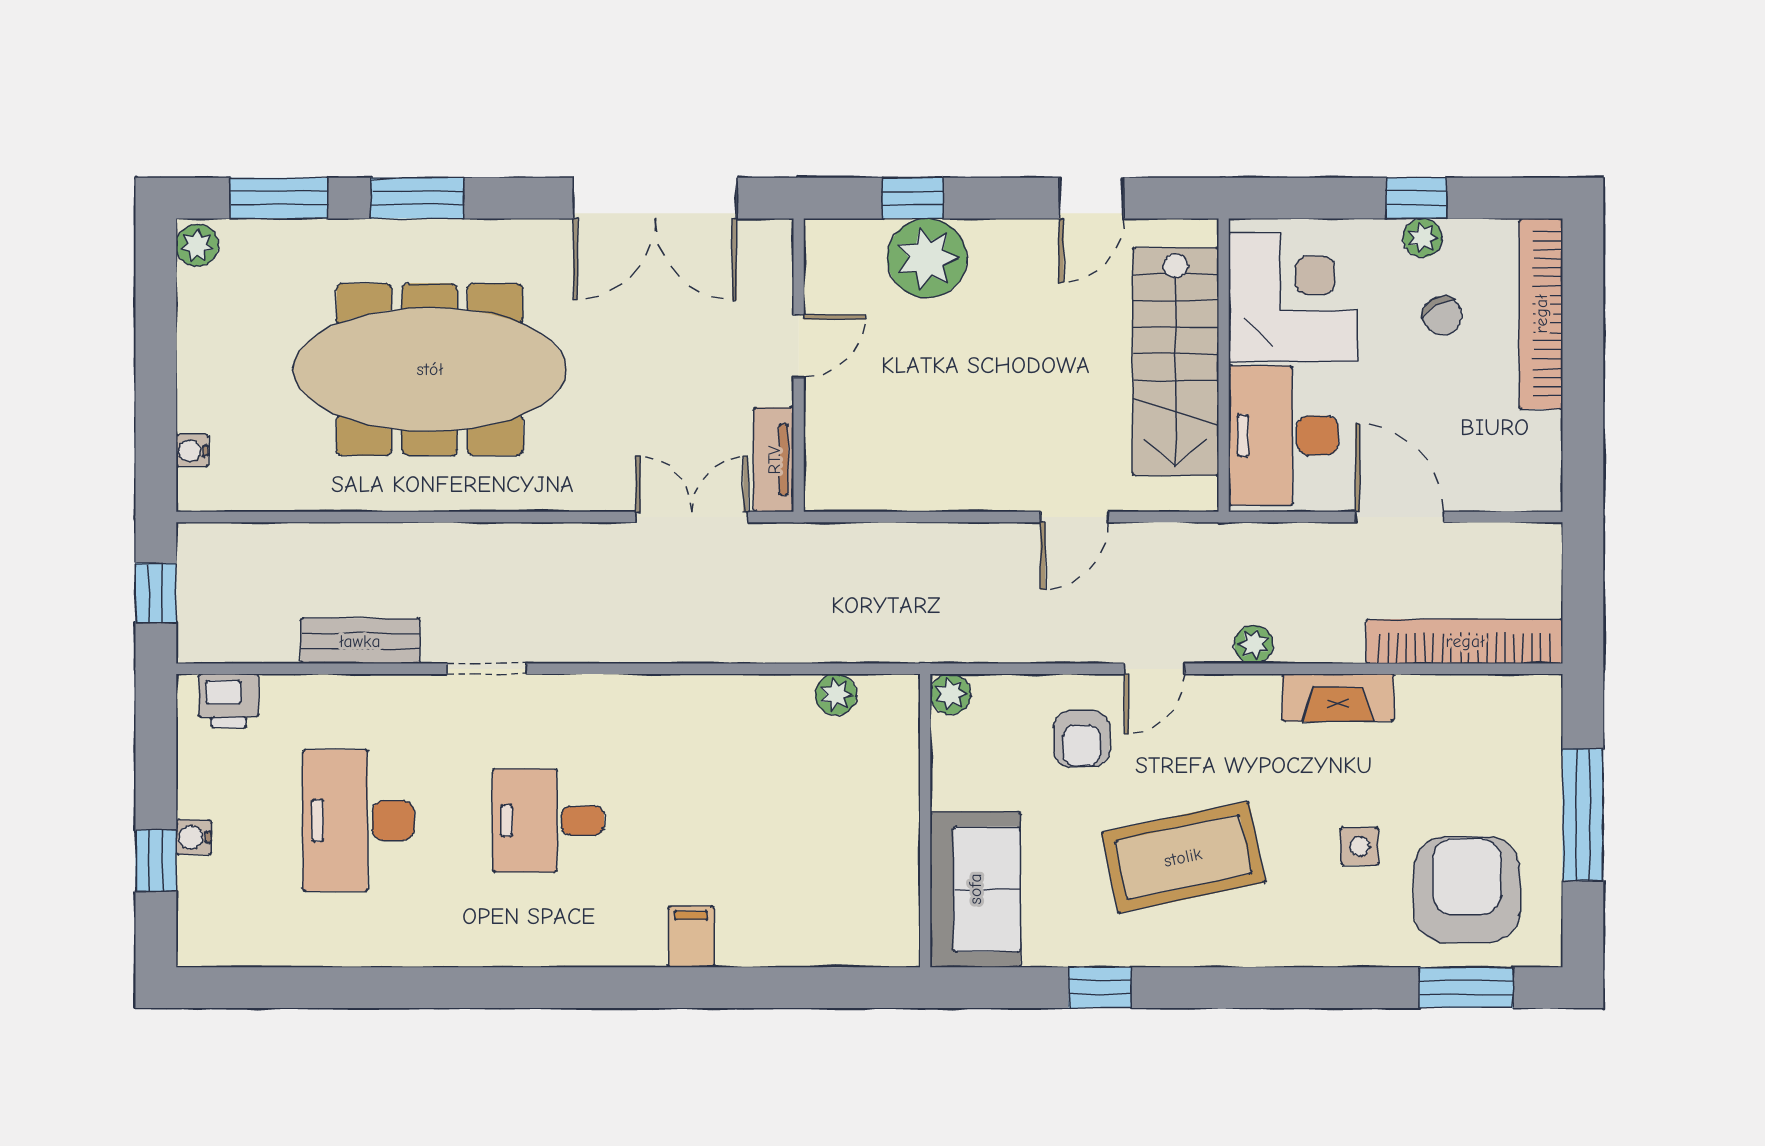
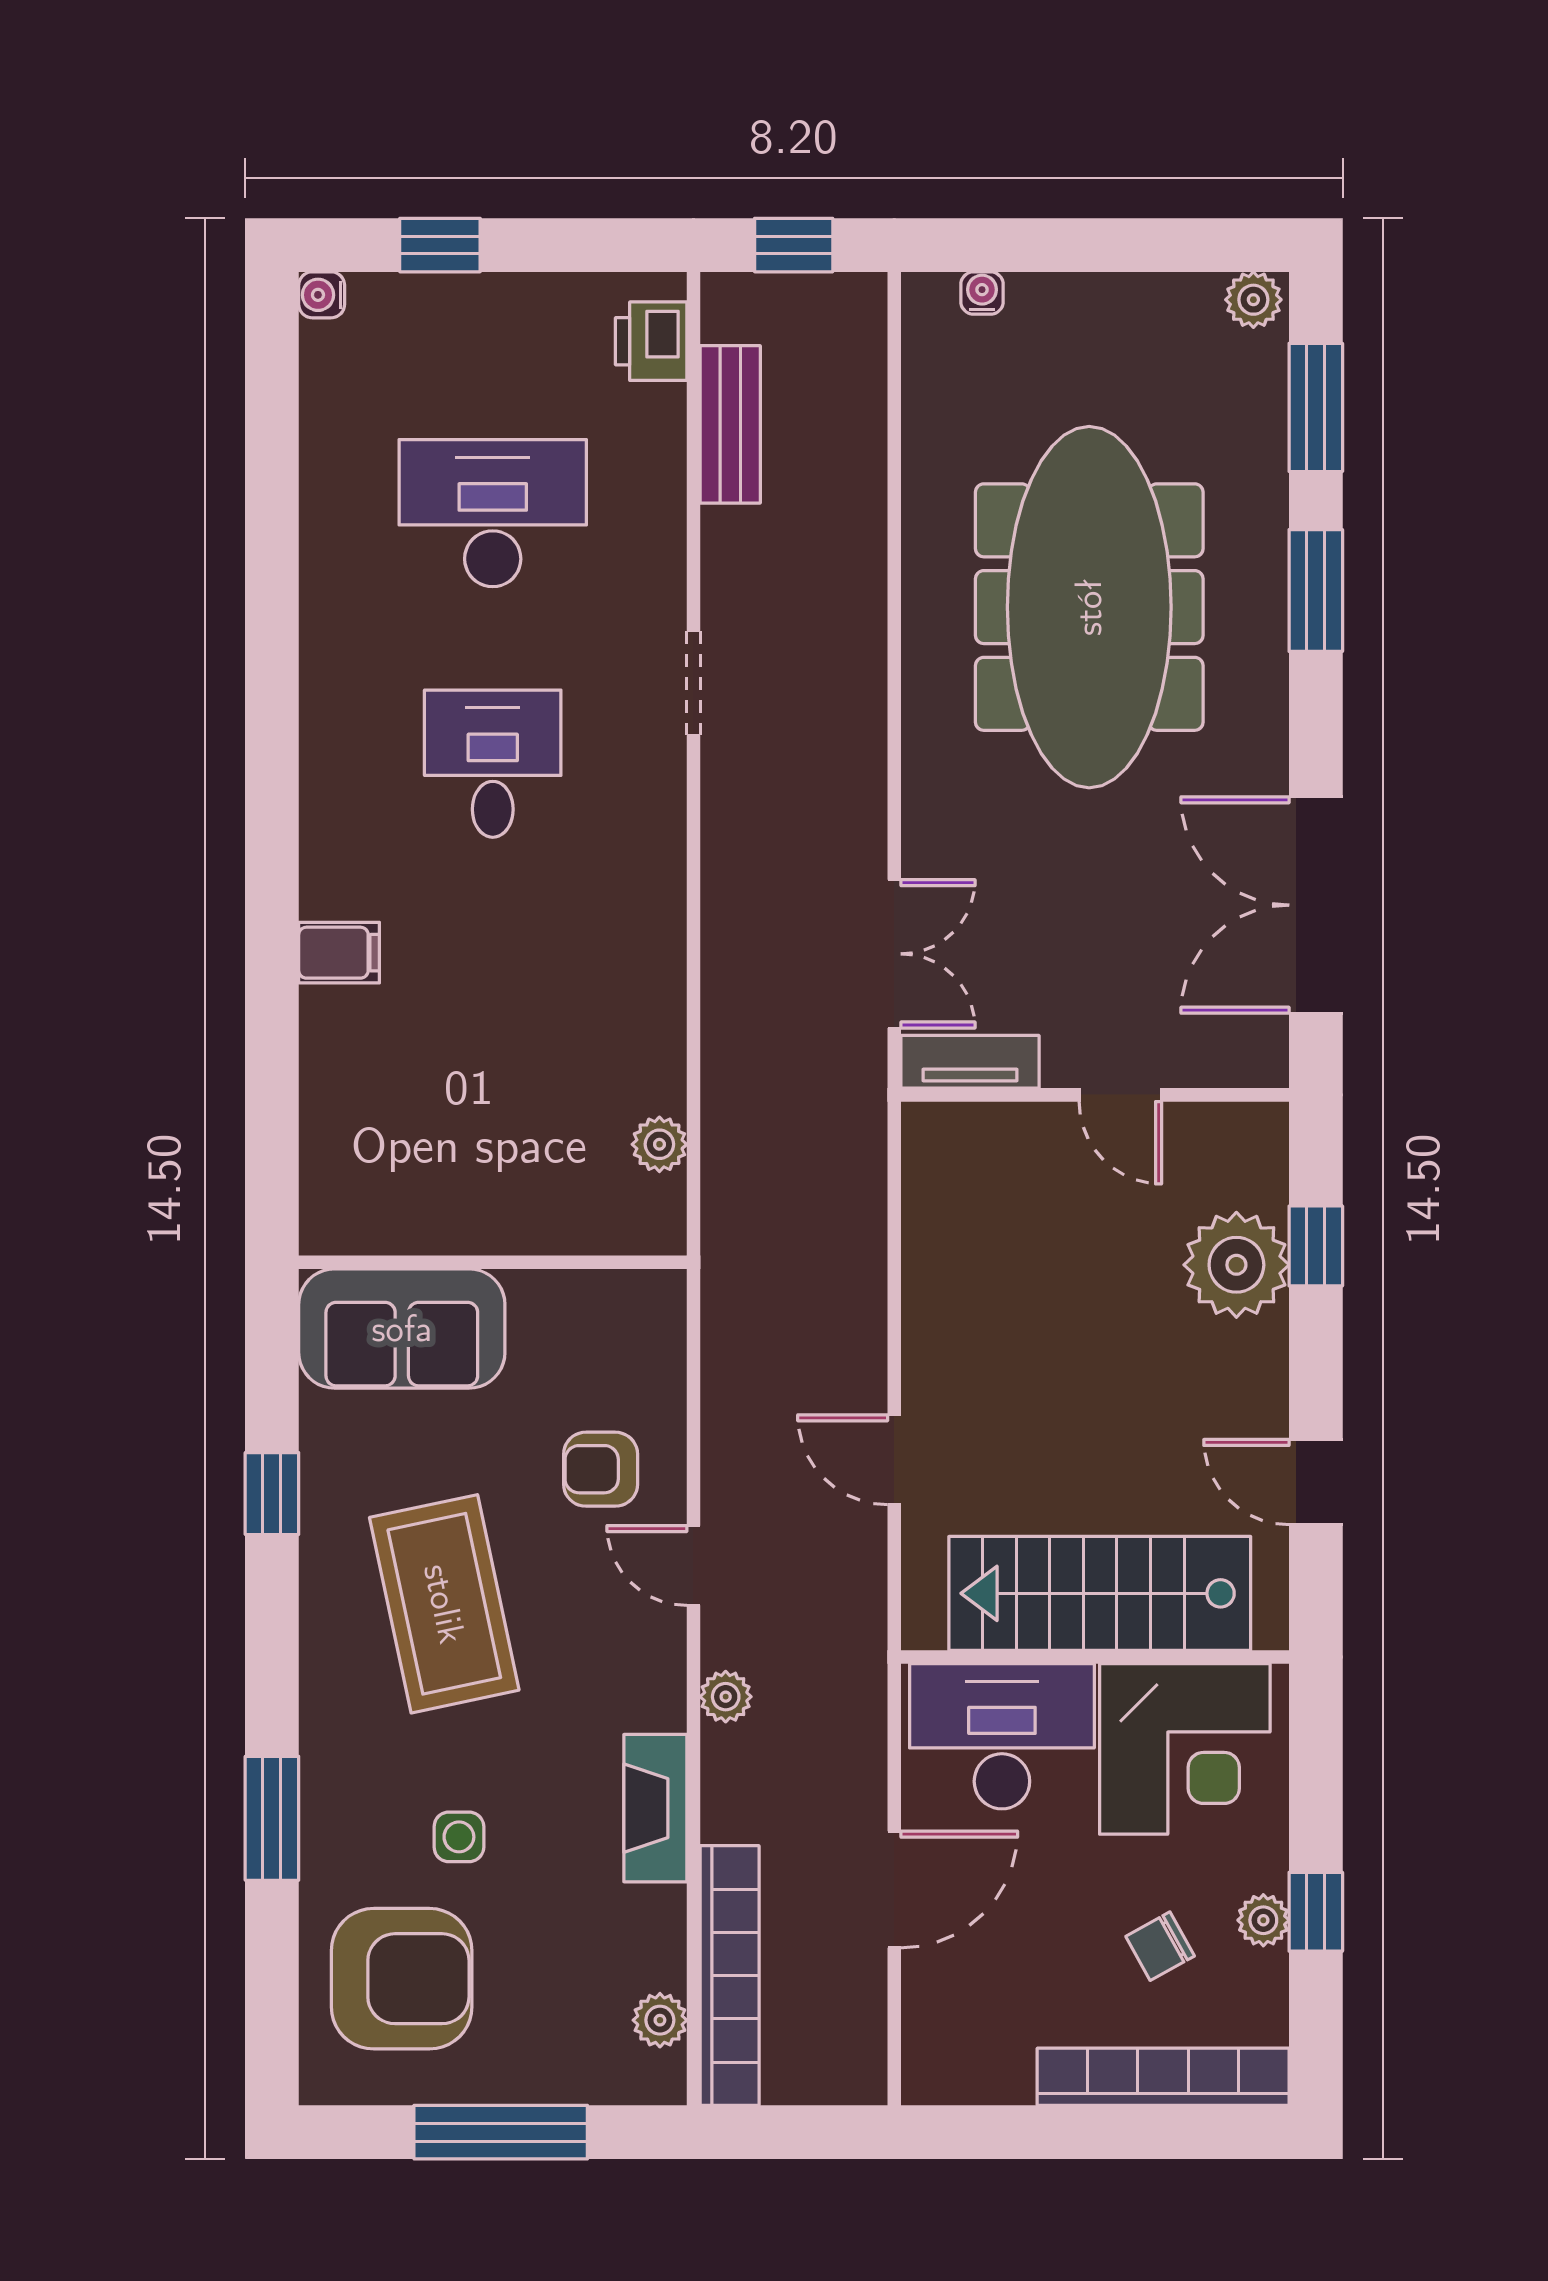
bench: (360, 641) -> (730, 424), moved
plant: (950, 694) -> (660, 2020), moved
water cooler: (194, 837) -> (322, 295), moved, turned -90
window: (1466, 988) -> (272, 1818), moved

